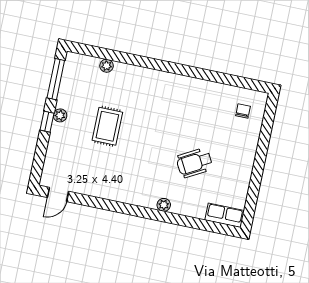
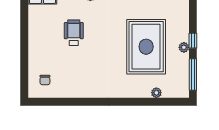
rug: (107, 126) -> (146, 47), width x1.86, depth x2.06
wheelchair: (194, 163) -> (74, 33), turned -61

